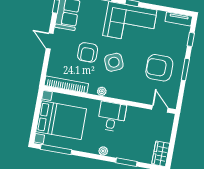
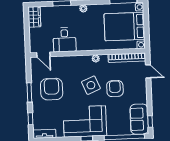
door: (50, 41) -> (148, 71), moved
armchair: (159, 68) -> (52, 89), turned -90
desk: (112, 117) -> (65, 40), moved

